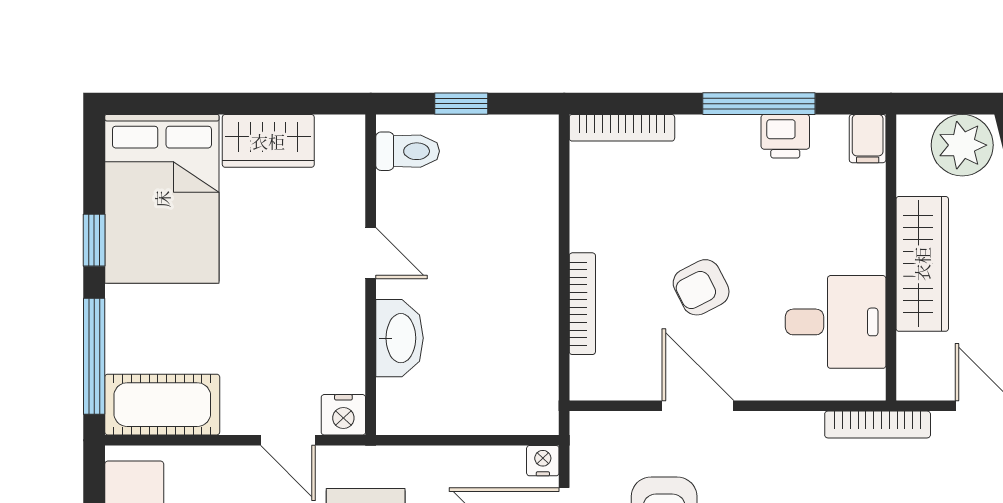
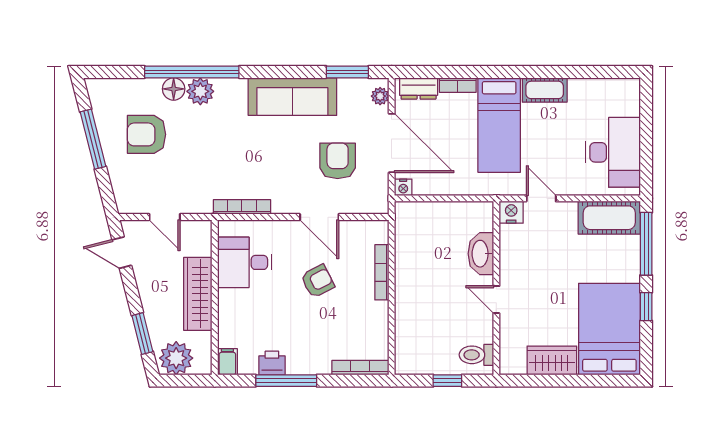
bookcase: (878, 424) -> (242, 207), moved

